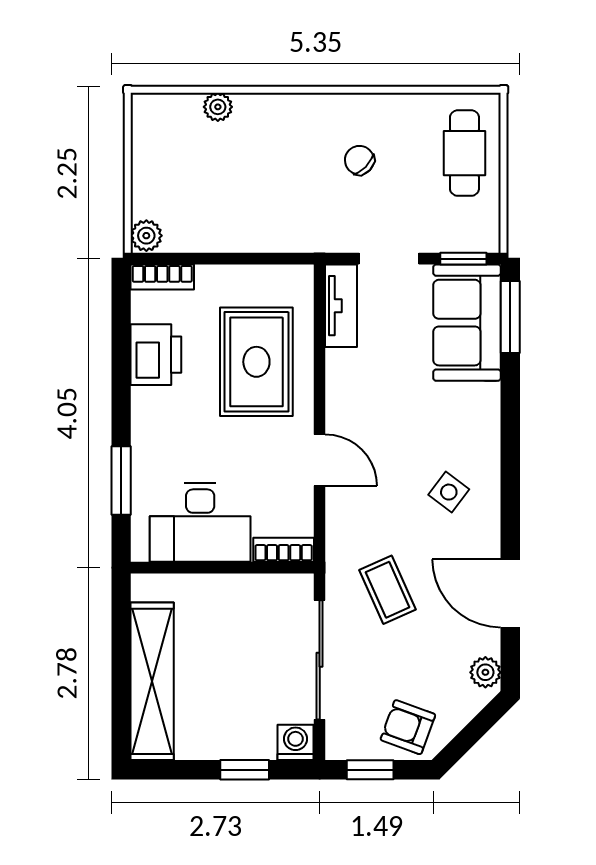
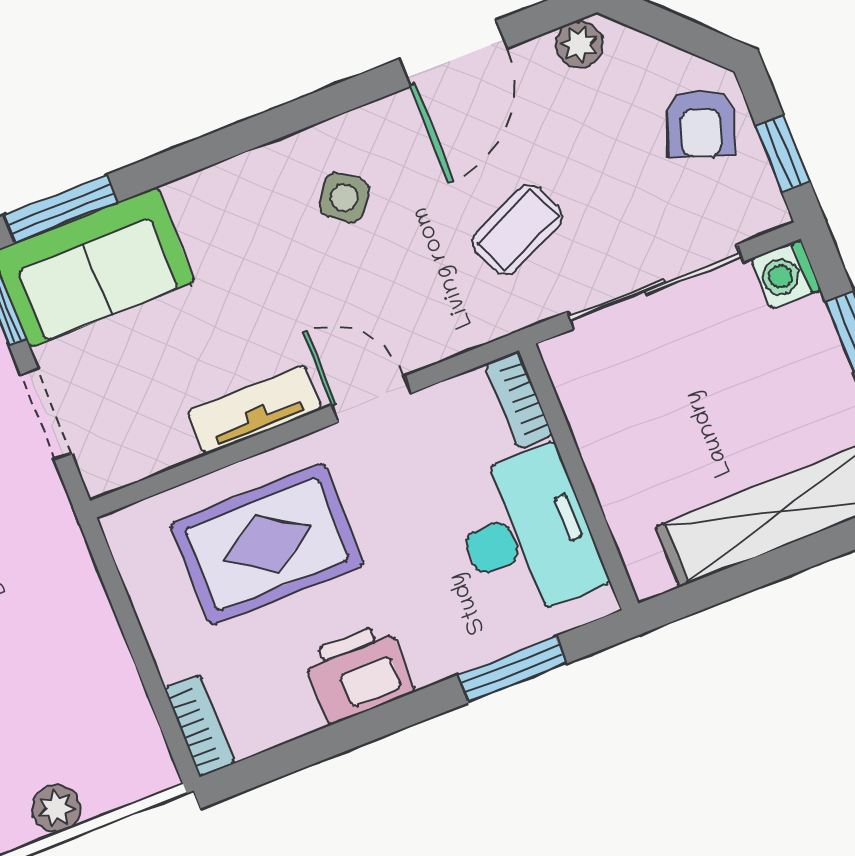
plant: (146, 236) -> (56, 809), moved
tv unit: (341, 306) -> (254, 410), moved
printer: (156, 355) -> (358, 673), moved
door: (320, 460) -> (371, 399), hinge flipped

